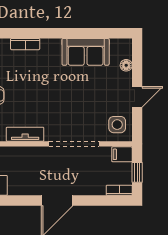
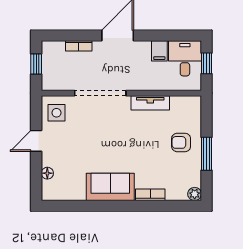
sofa: (86, 52) -> (110, 187), moved
filing cabinet: (122, 154) -> (159, 51), moved, turned 90
bookcase: (119, 190) -> (79, 46), moved

